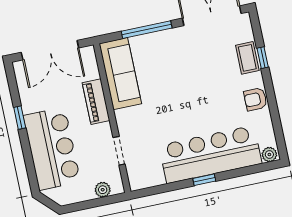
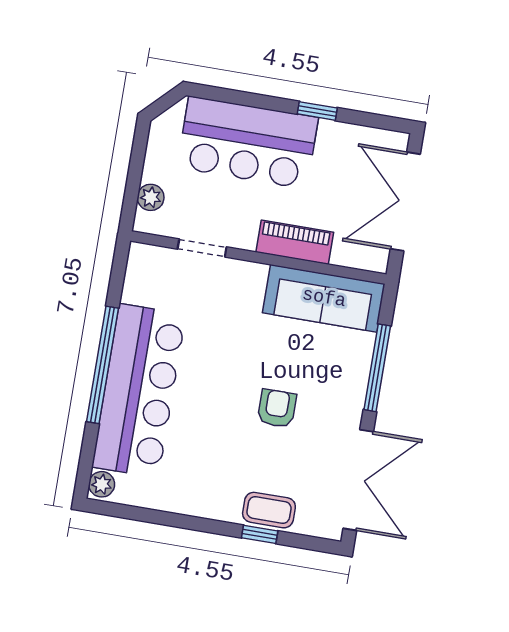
armchair: (255, 99) -> (277, 408), moved
window: (204, 180) -> (103, 365), width x3.17

